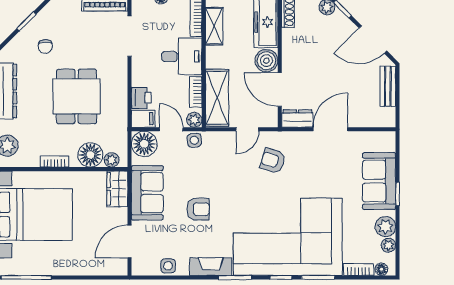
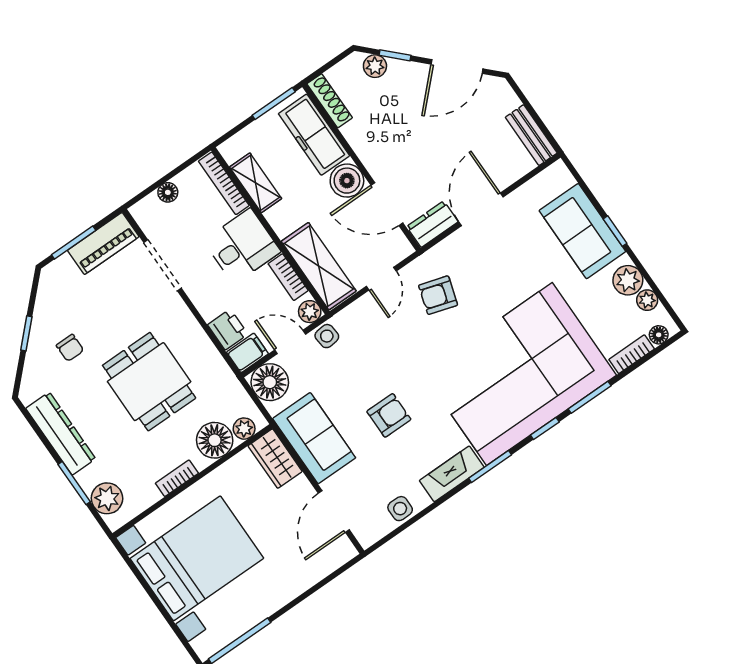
bench: (388, 86) -> (531, 135), moved

